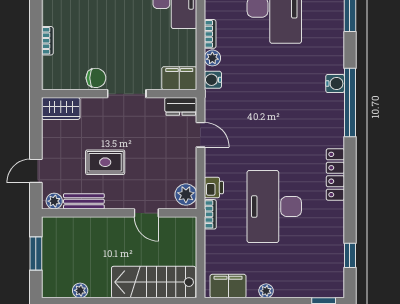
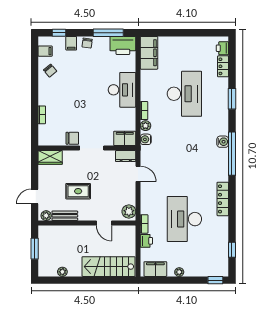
printer: (214, 188) -> (146, 241), moved

